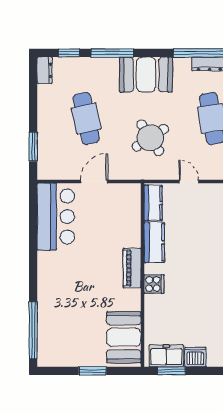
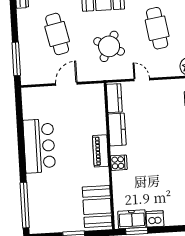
round table: (150, 138) -> (109, 46), turned -30
window: (33, 147) -> (16, 59), width x1.44
bar counter: (56, 217) -> (39, 146), moved

